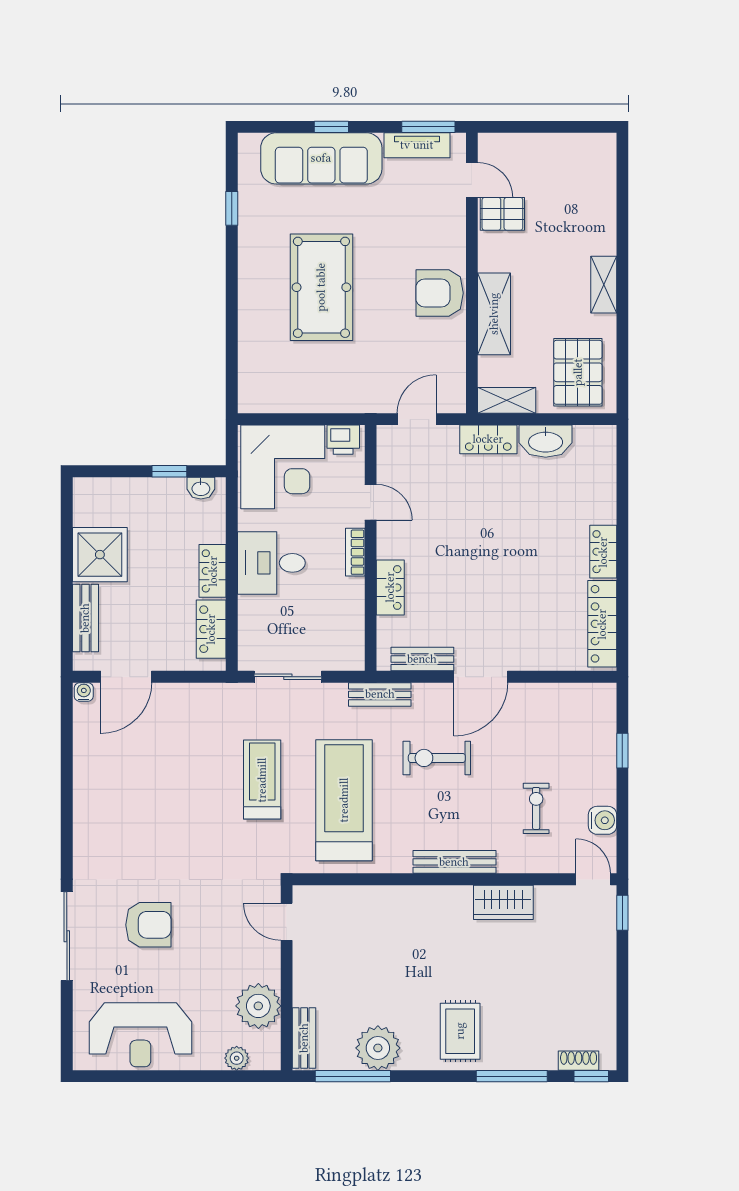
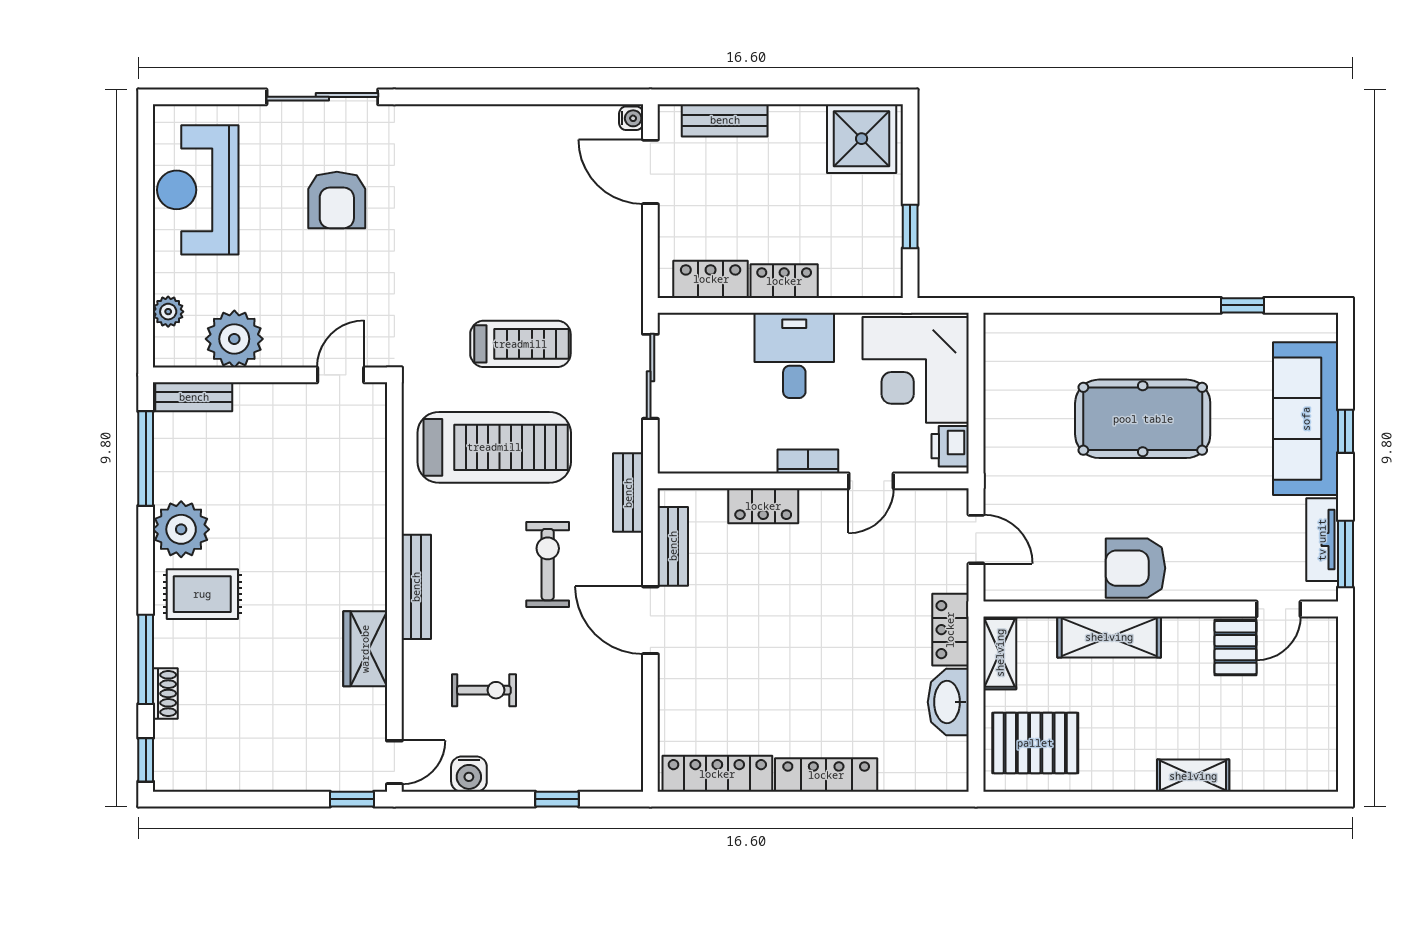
shelving: (604, 285) -> (1193, 776), moved
armchair: (440, 293) -> (1135, 568), turned -90
washbasin: (201, 488) -> (889, 266), removed
locker: (603, 552) -> (826, 775), width x1.53
shower: (100, 555) -> (862, 139), moved
plant: (378, 1048) -> (181, 529), moved
shoe rack: (579, 1061) -> (165, 693), moved

